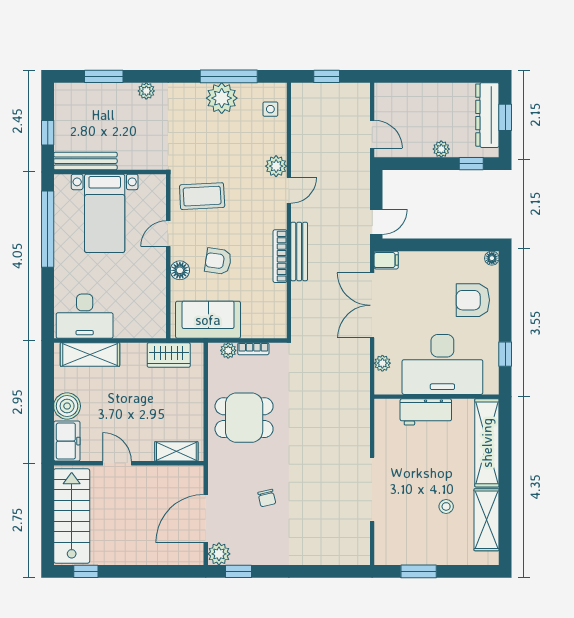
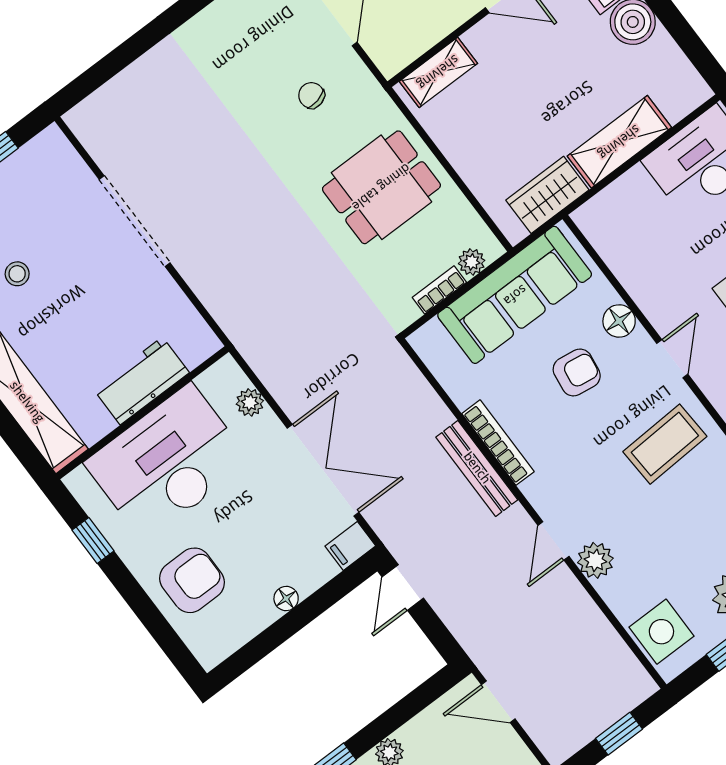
side table: (270, 109) -> (661, 632), width x1.87, depth x1.87
floor lamp: (492, 258) -> (286, 599), moved
sofa: (208, 320) -> (515, 295), width x1.36
shelving: (90, 354) -> (619, 142), moved
chair: (267, 498) -> (311, 95), moved

